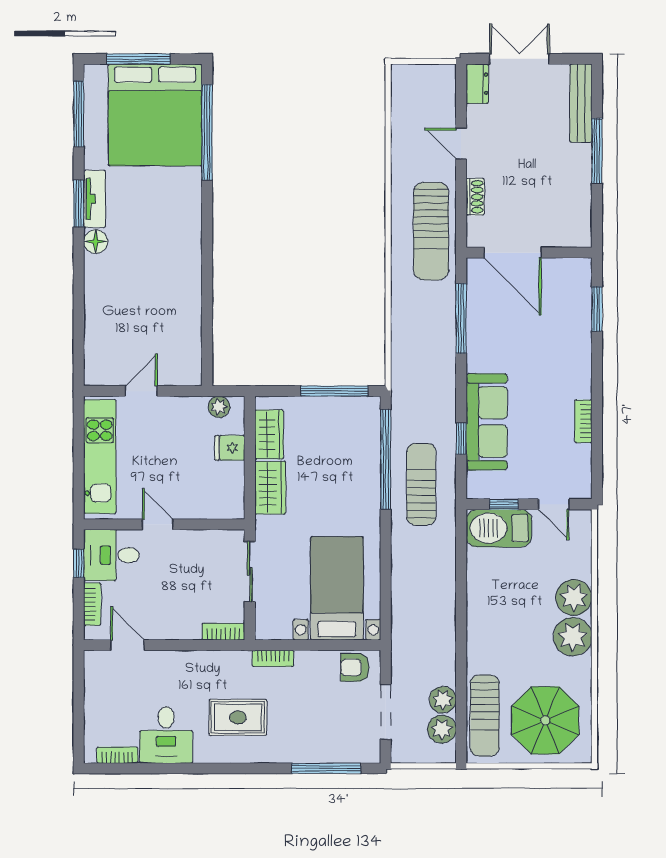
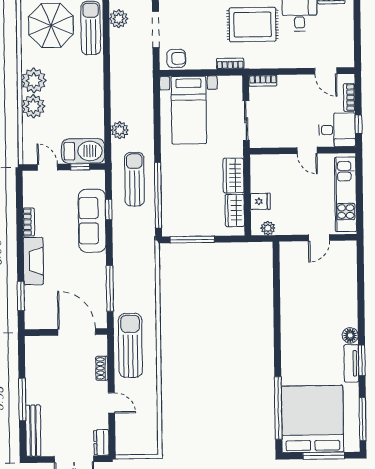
fireplace: (577, 362) -> (33, 261), added
sun lounger: (421, 484) -> (134, 179), turned 180
plant: (443, 700) -> (120, 130), moved
rug: (238, 717) -> (253, 25), width x1.36, depth x1.43

